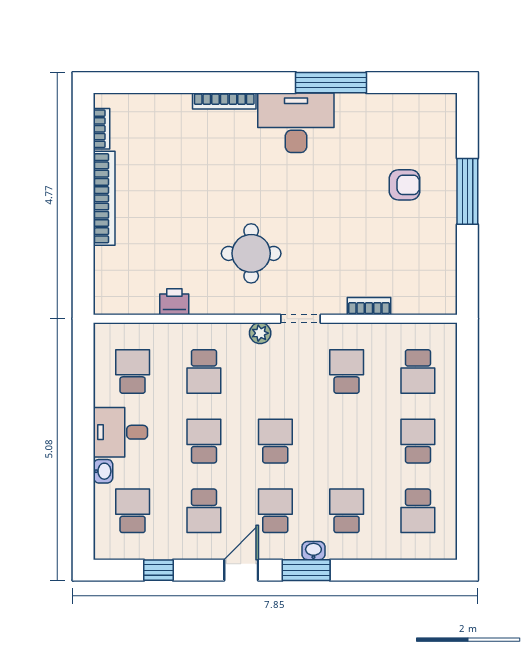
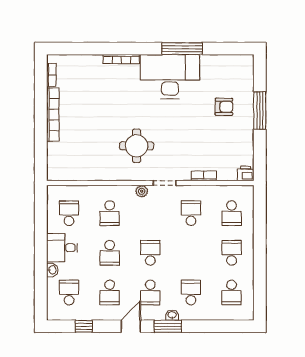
desk: (296, 123) -> (170, 77), width x1.36, depth x1.30
printer: (174, 302) -> (246, 173), moved
school desk: (204, 441) -> (110, 253), turned 180
school desk: (275, 511) -> (150, 292), turned 180

